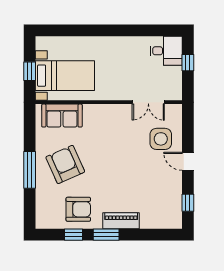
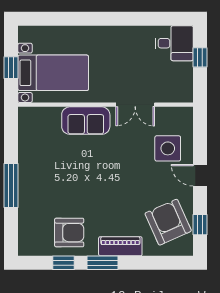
double door: (148, 102) -> (135, 105), moved
sofa: (62, 116) -> (86, 121), moved
armchair: (65, 164) -> (168, 222), moved

